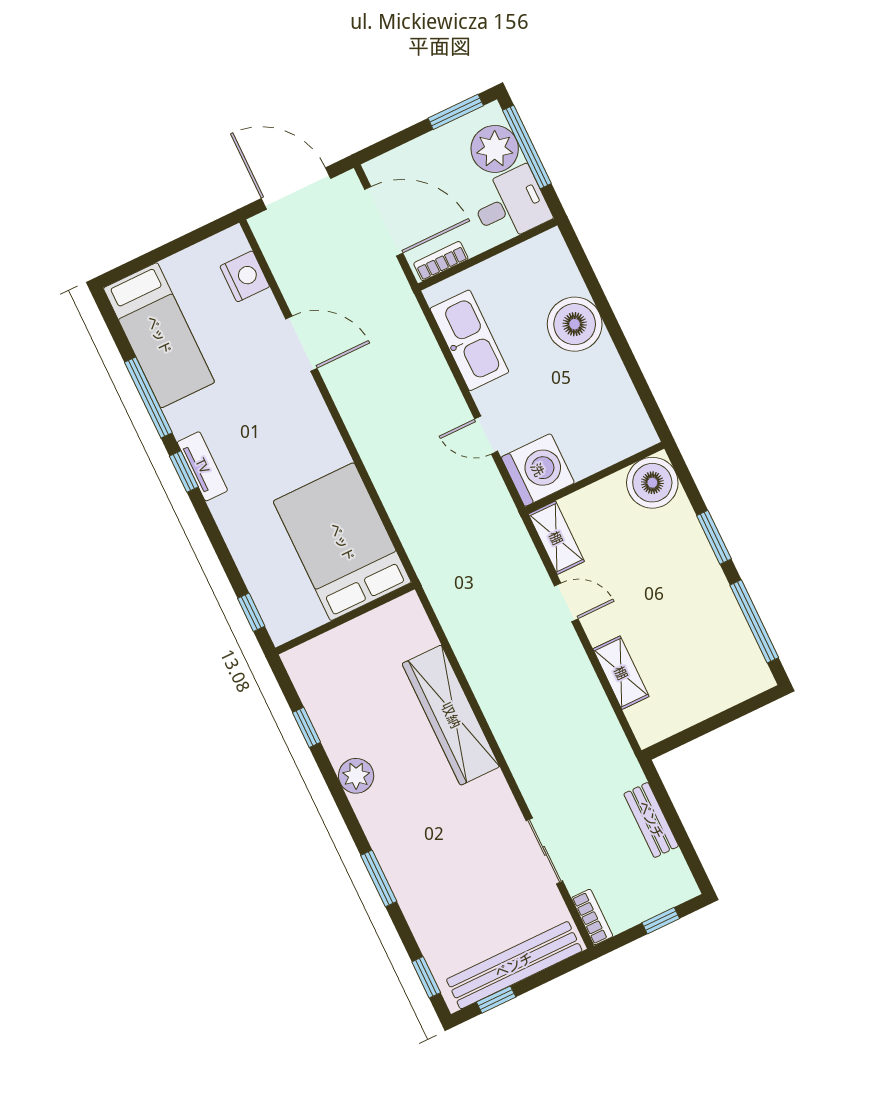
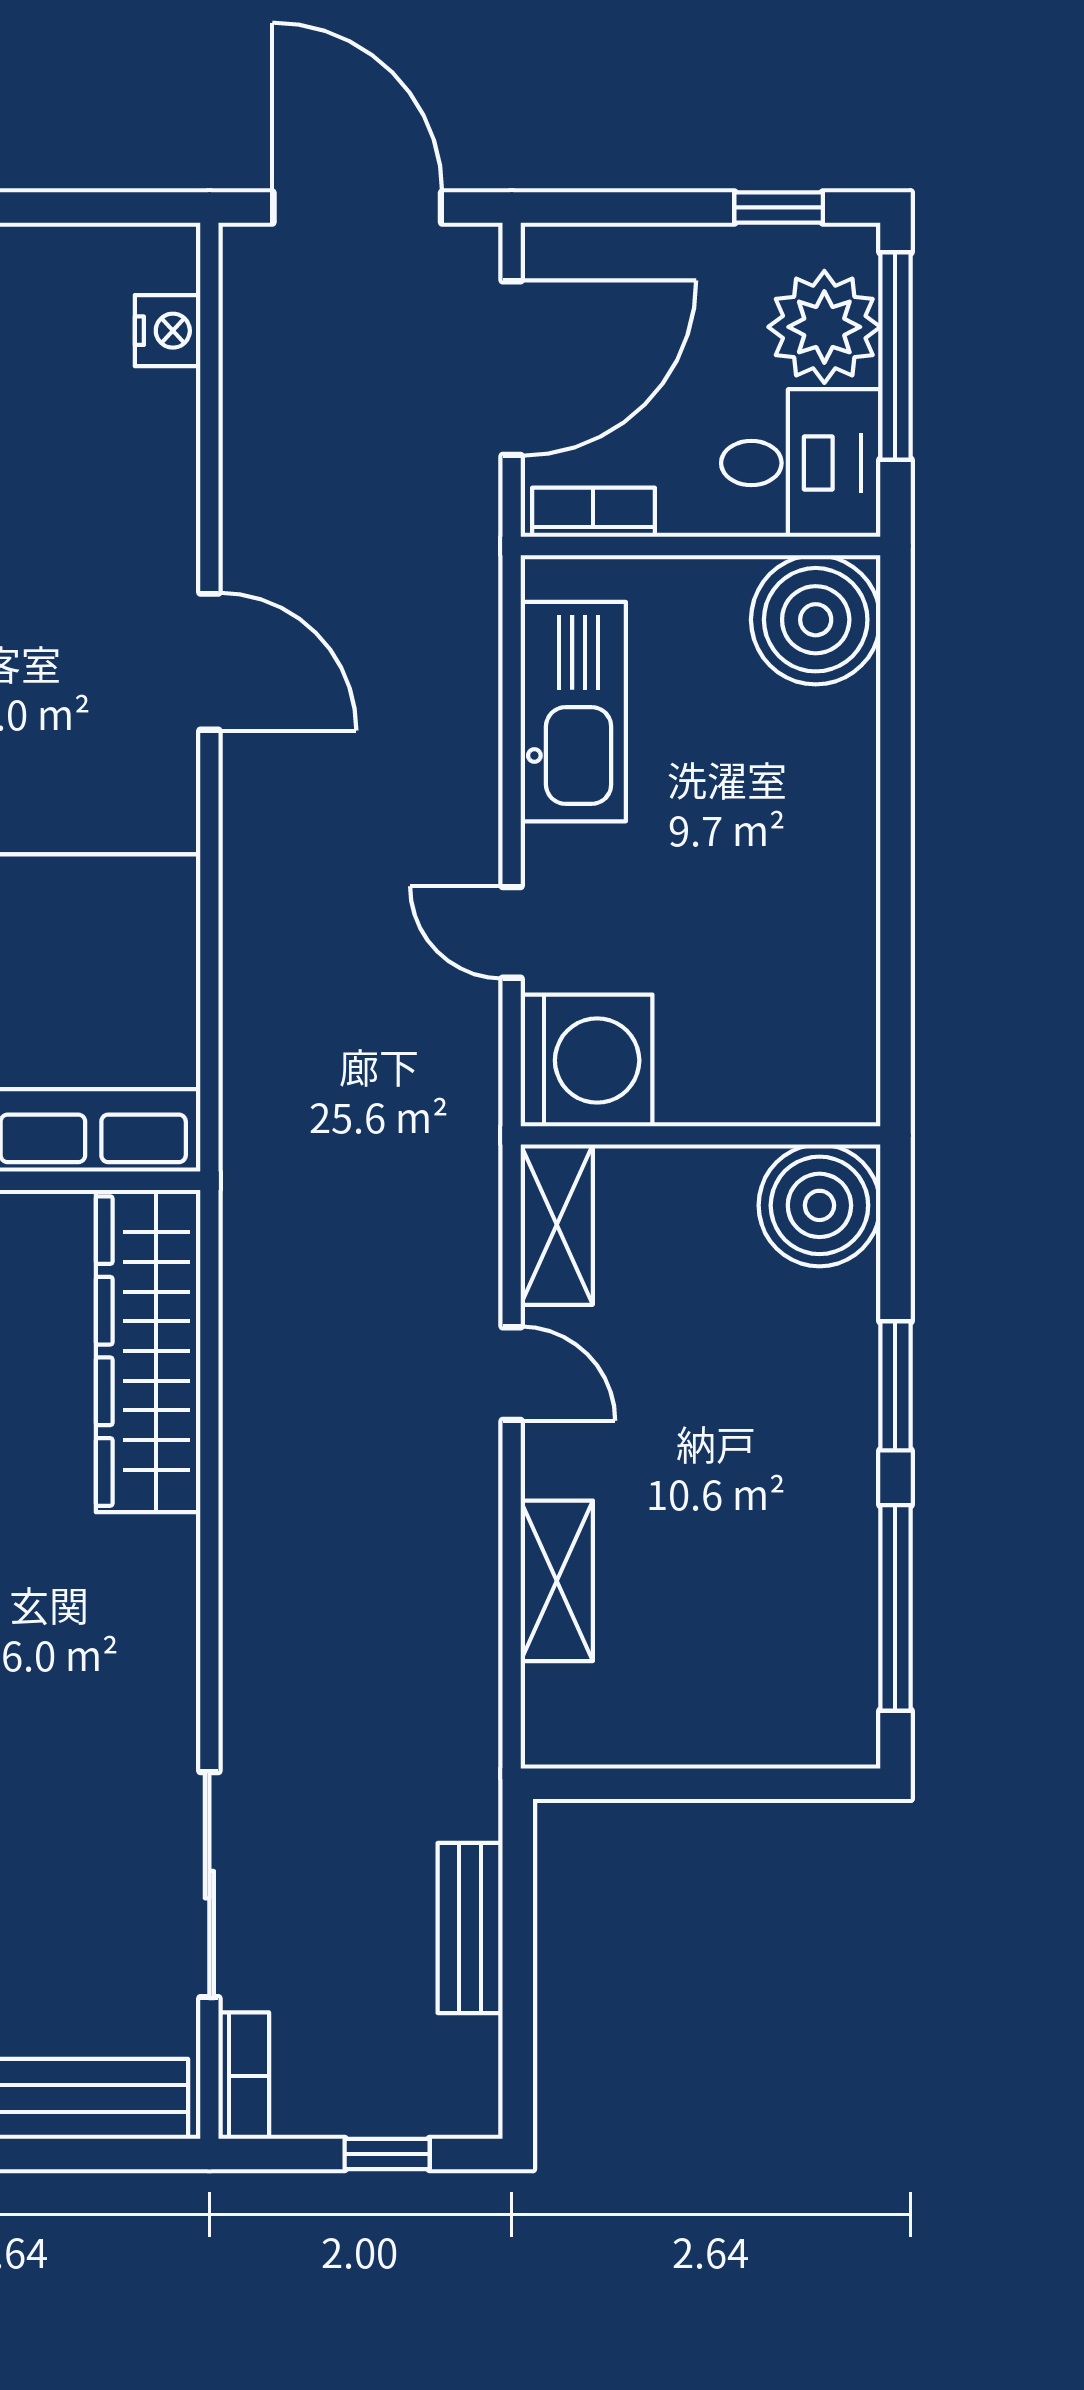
window: (456, 112) -> (779, 207), width x0.67
door: (384, 221) -> (512, 368), hinge flipped
nightstand: (245, 276) -> (168, 331), width x0.74, depth x0.75
boiler: (575, 324) -> (816, 620), moved
door: (301, 344) -> (209, 662), moved
wardrobe: (451, 715) -> (148, 1351), moved
sliding door: (544, 851) -> (209, 1885), width x1.37

